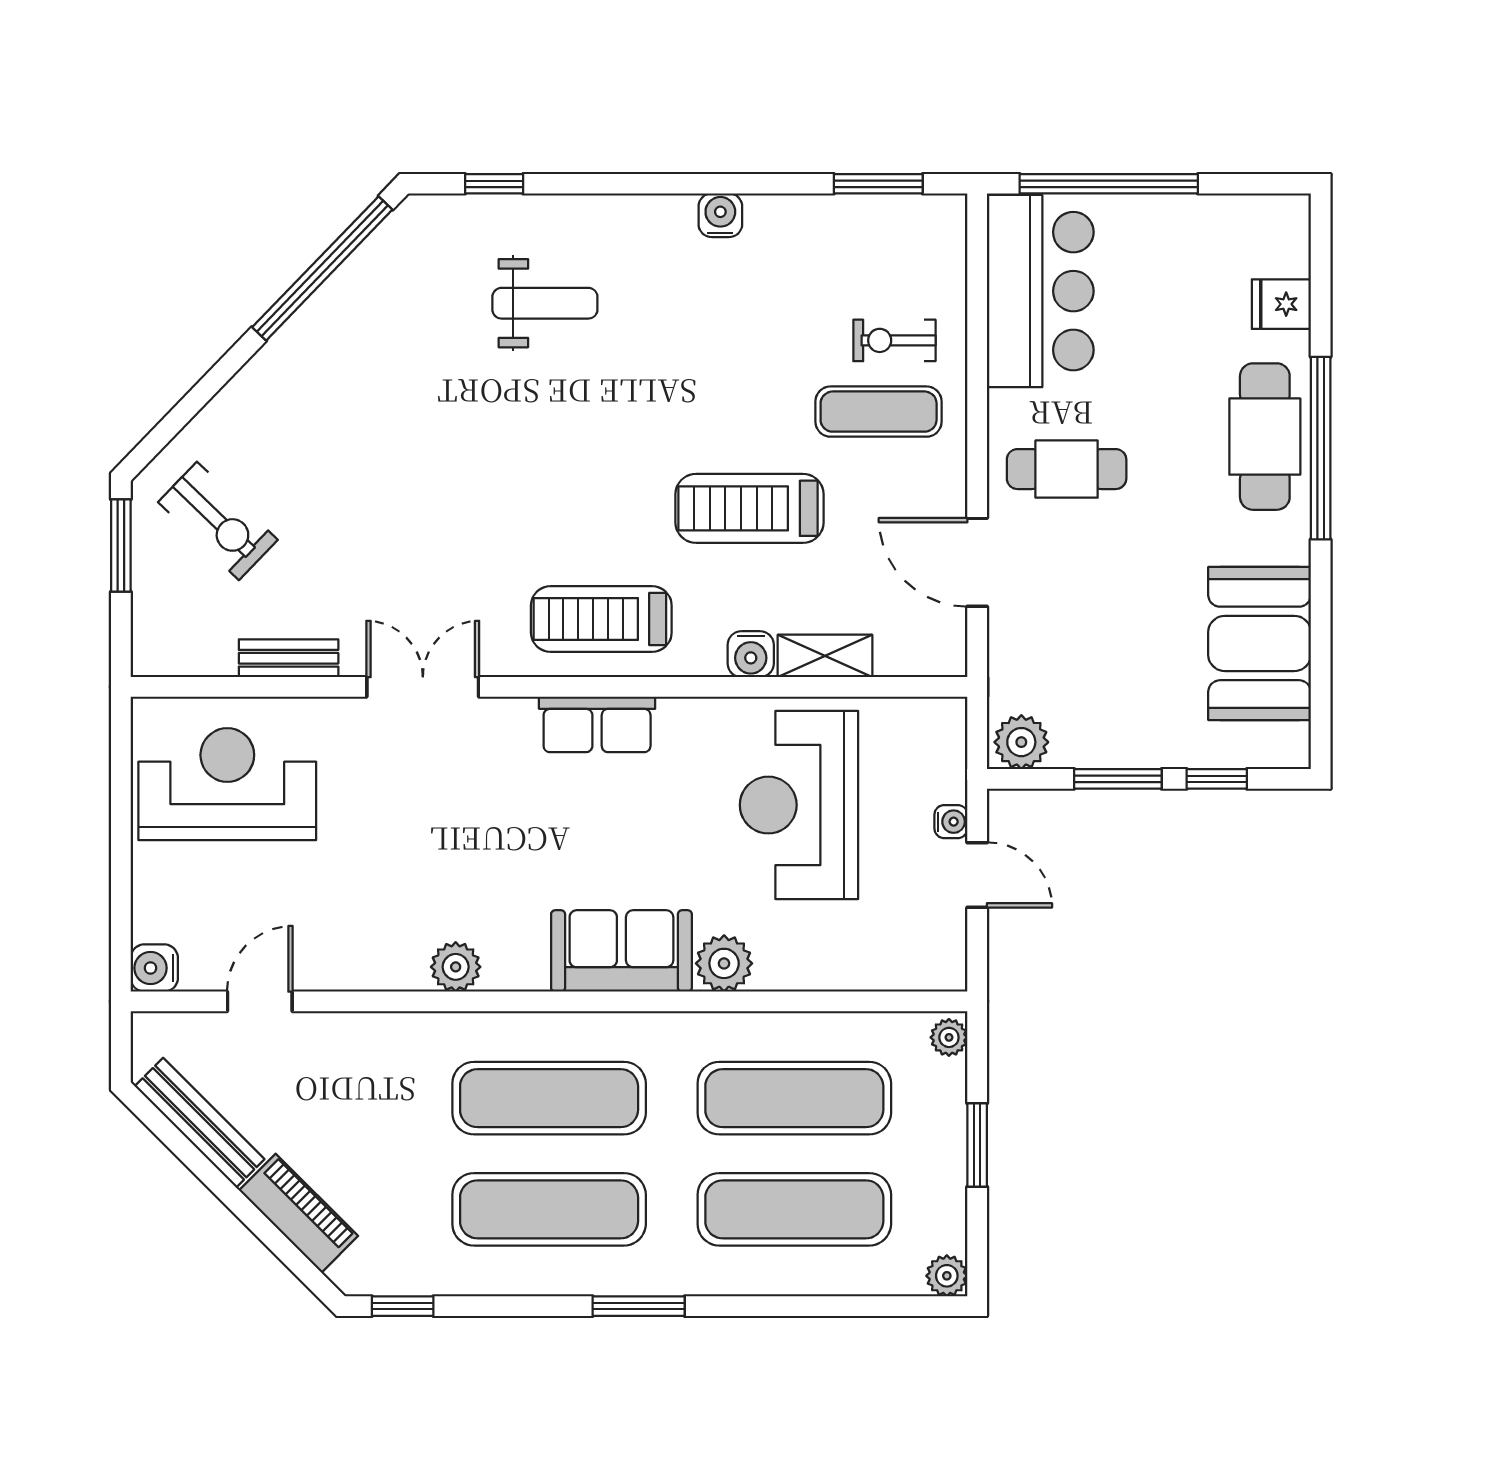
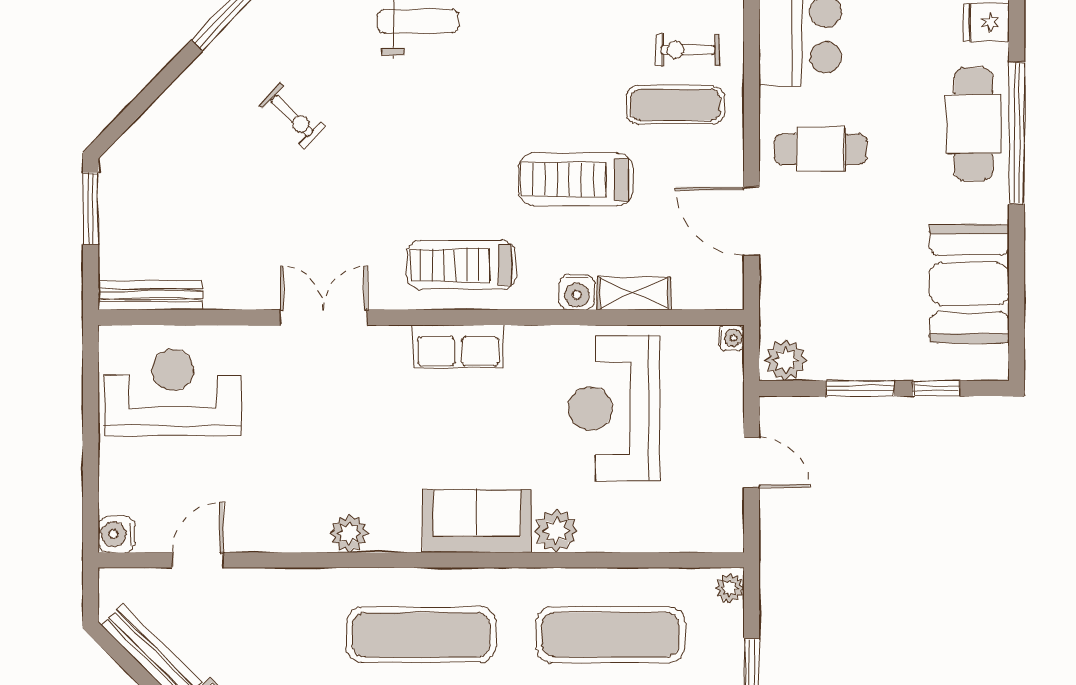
exercise bike: (218, 521) -> (292, 116), moved, width x0.73, depth x0.72
bench: (289, 658) -> (151, 295), moved, width x1.36
water cooler: (951, 822) -> (731, 338), moved

